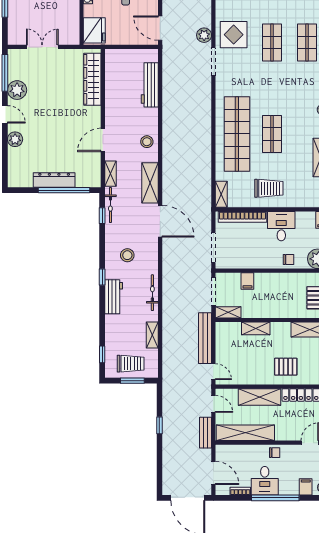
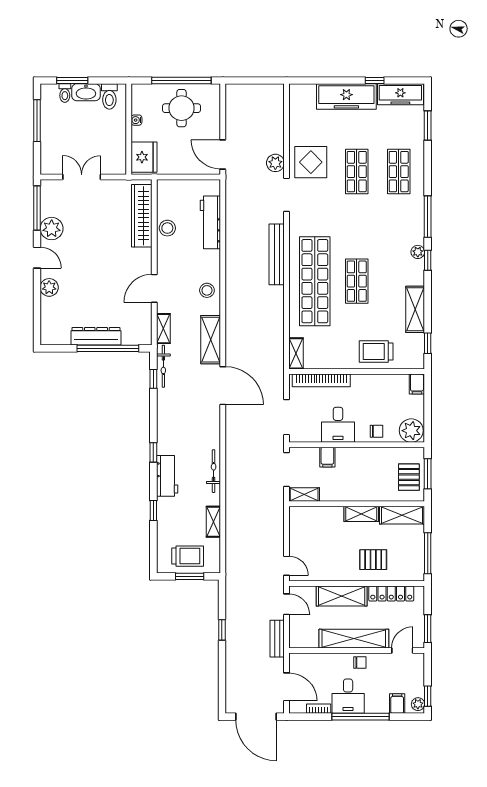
trolley: (269, 188) -> (376, 351), moved, turned 180
desk: (281, 226) -> (338, 425), moved, turned 180
stool: (127, 255) -> (167, 228), moved
shelving: (256, 328) -> (361, 514), moved
bench: (205, 338) -> (277, 254), moved
window: (102, 354) -> (153, 510), moved
shelving: (245, 433) -> (354, 639), moved

